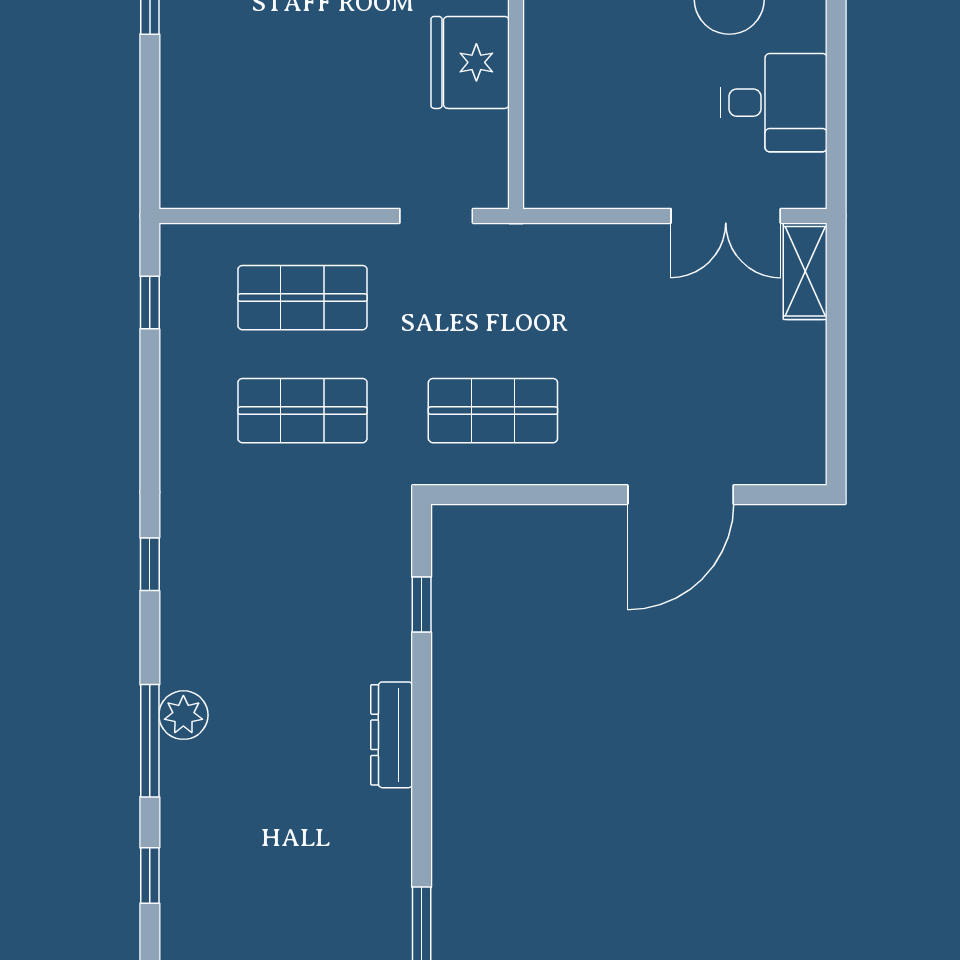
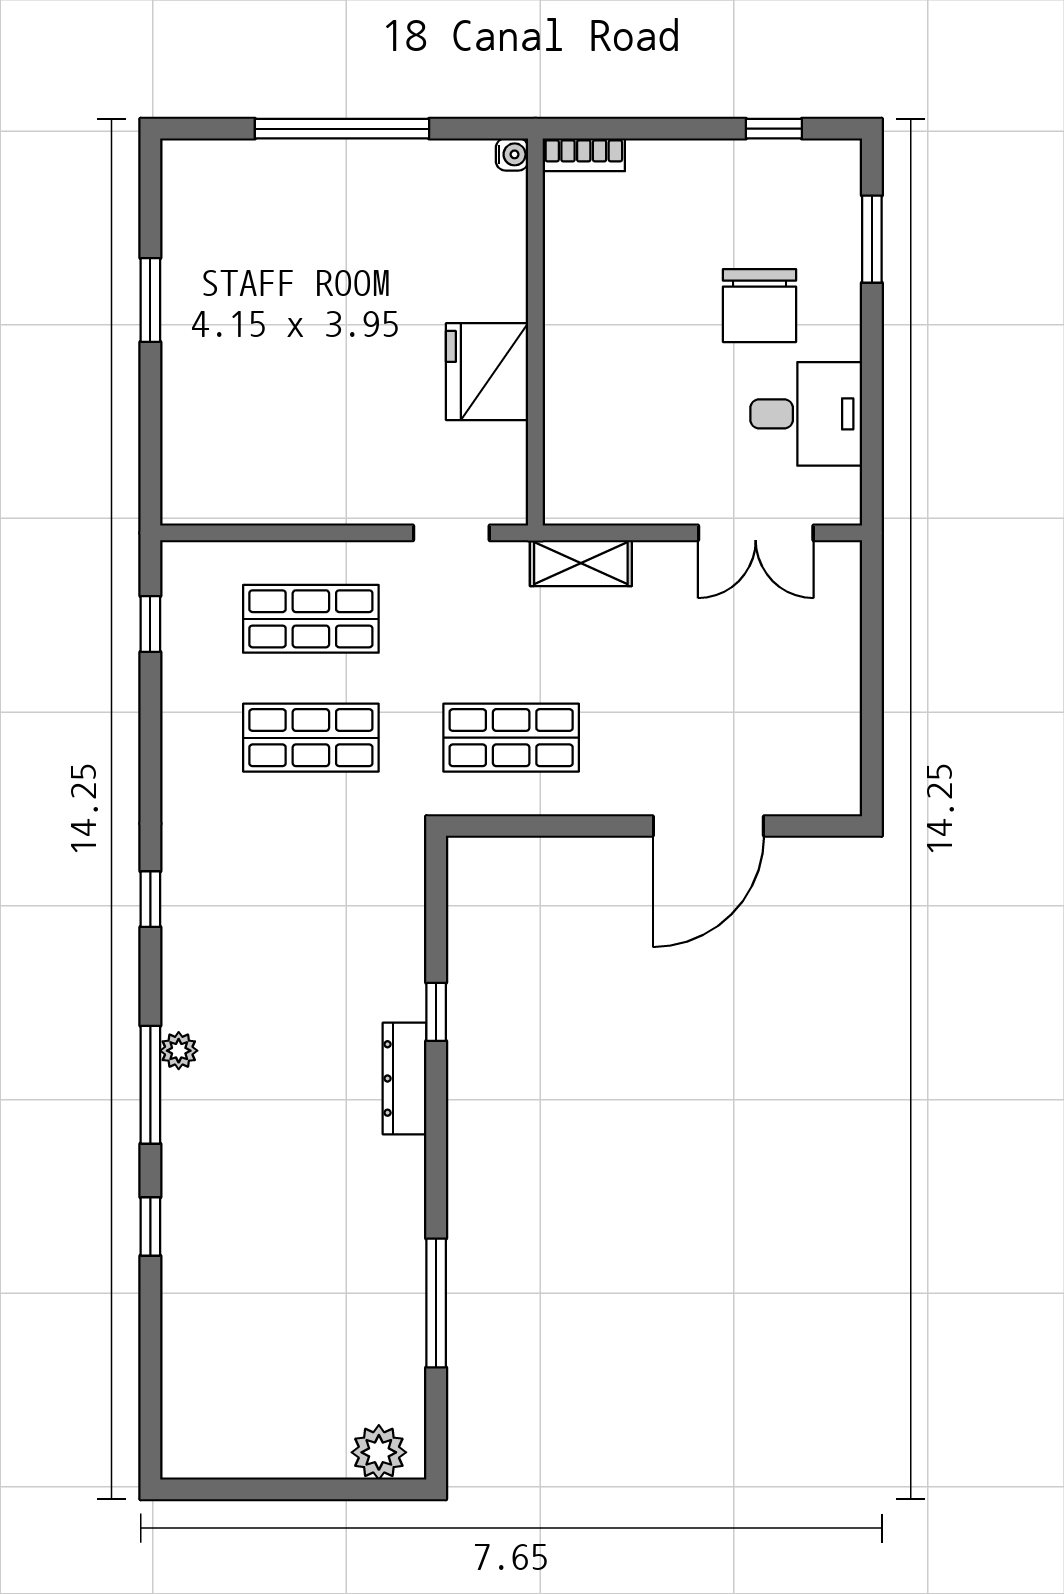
shelving: (805, 271) -> (581, 563), moved, turned 90
window: (422, 605) -> (436, 1012), moved
plant: (183, 715) -> (179, 1051), width x0.73, depth x0.73

